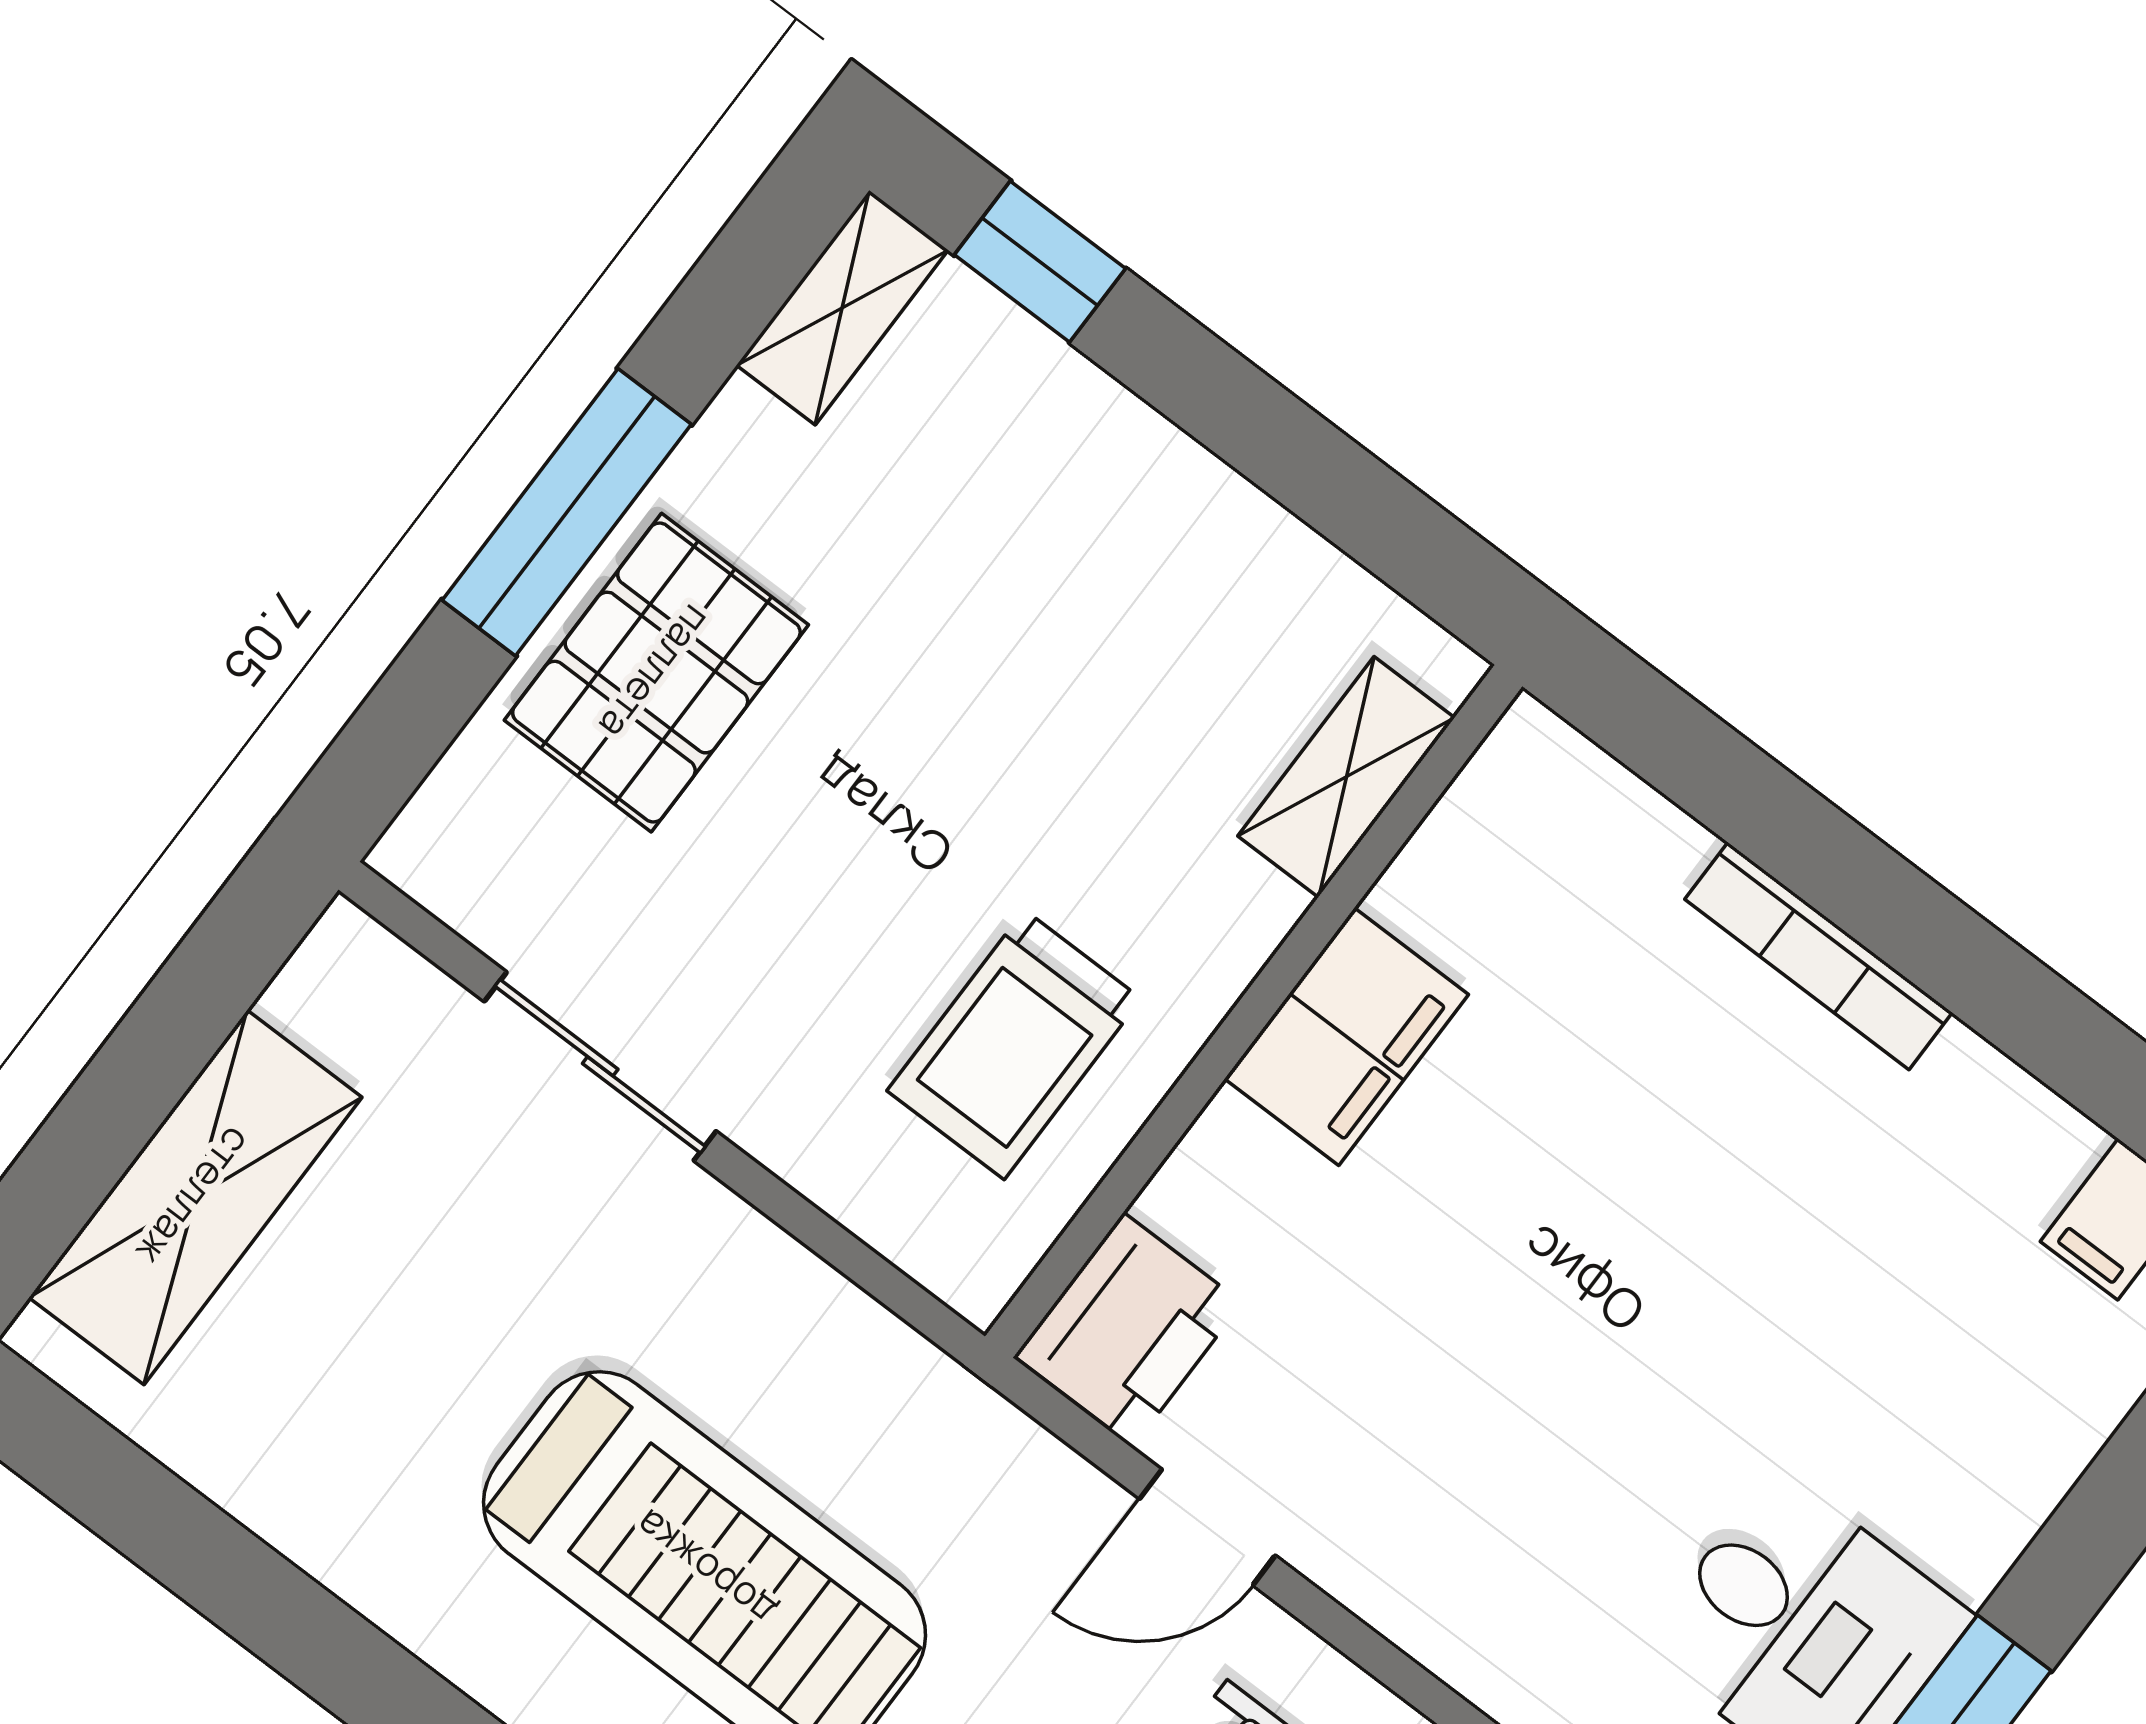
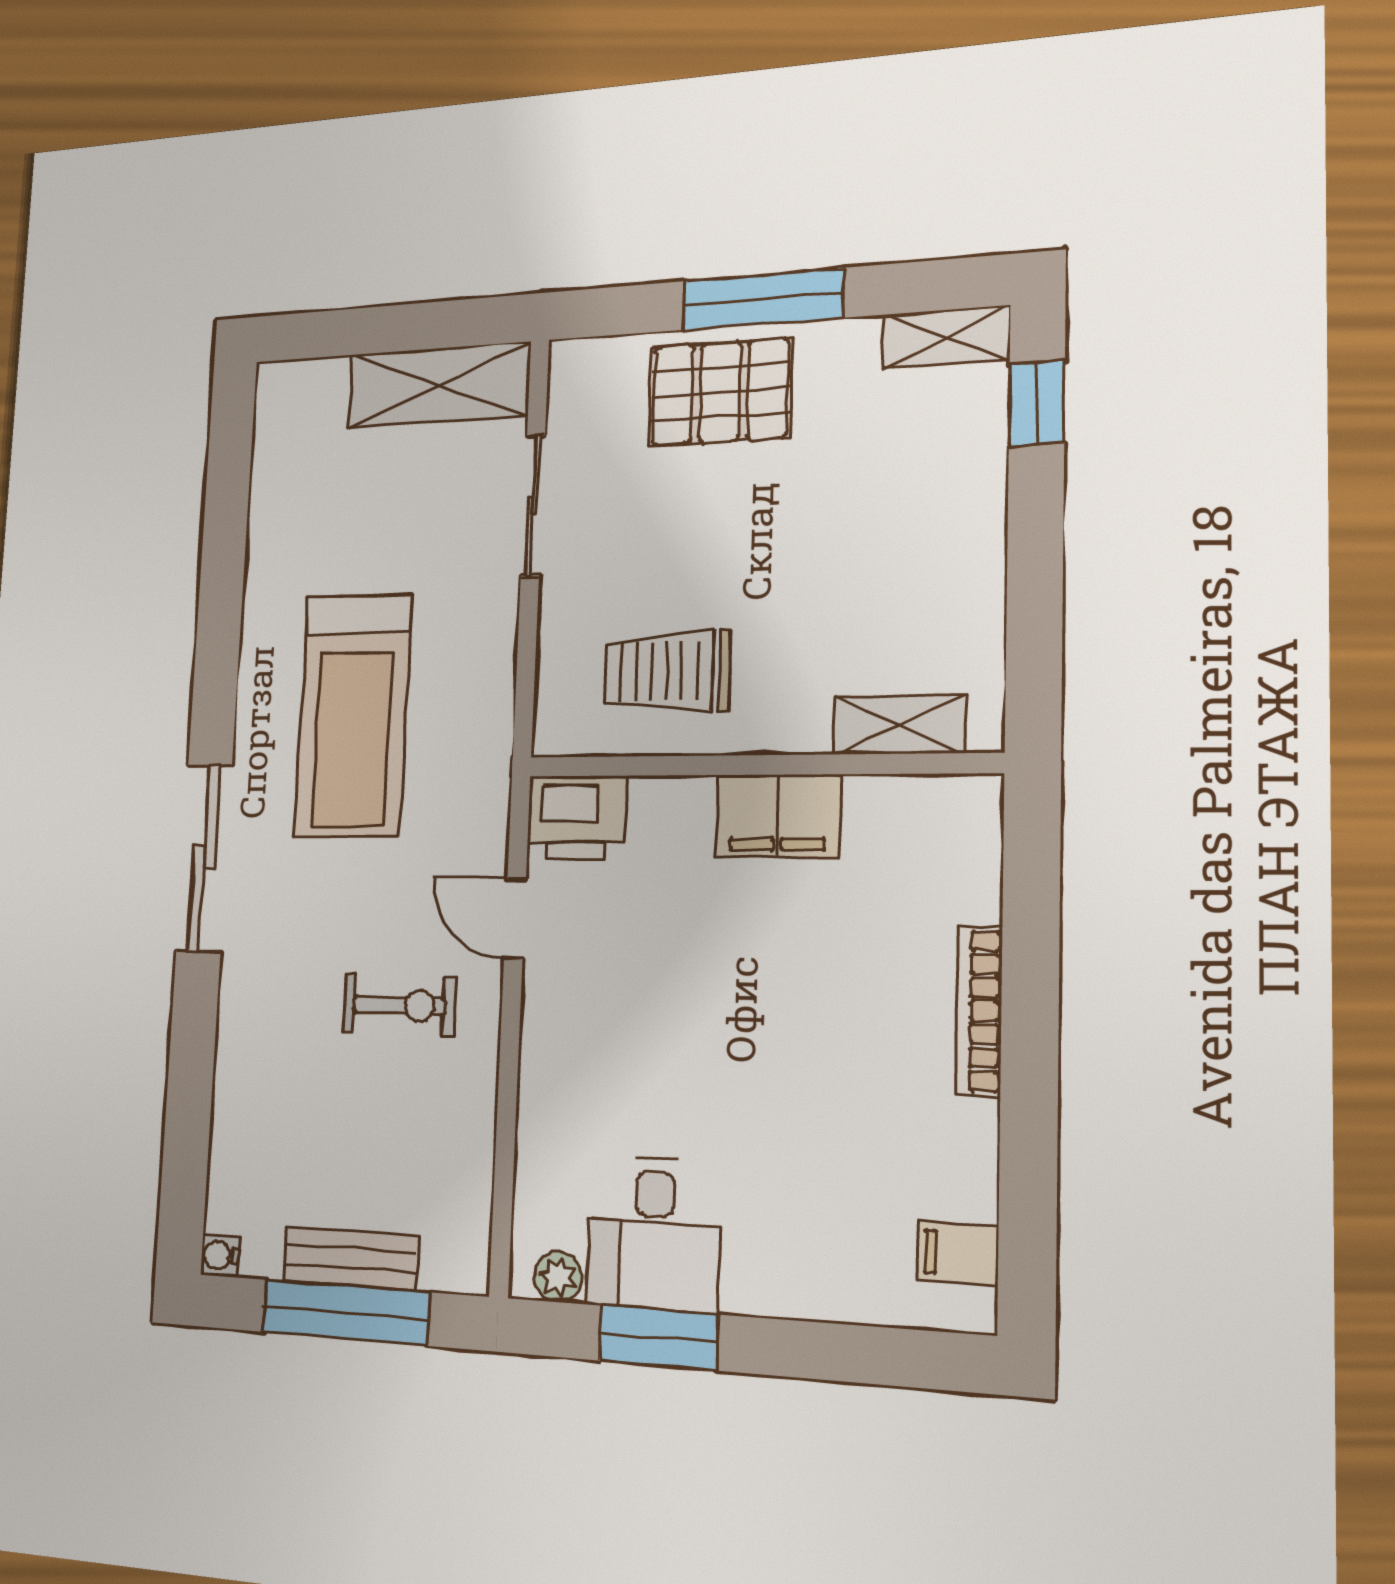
shelving: (195, 1197) -> (439, 385), moved

